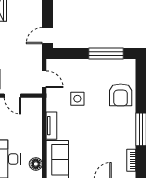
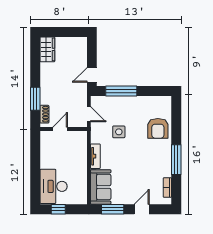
window: (106, 54) -> (121, 91), moved
door: (12, 96) -> (60, 129), swing flipped
floor lamp: (36, 164) -> (81, 191), removed

